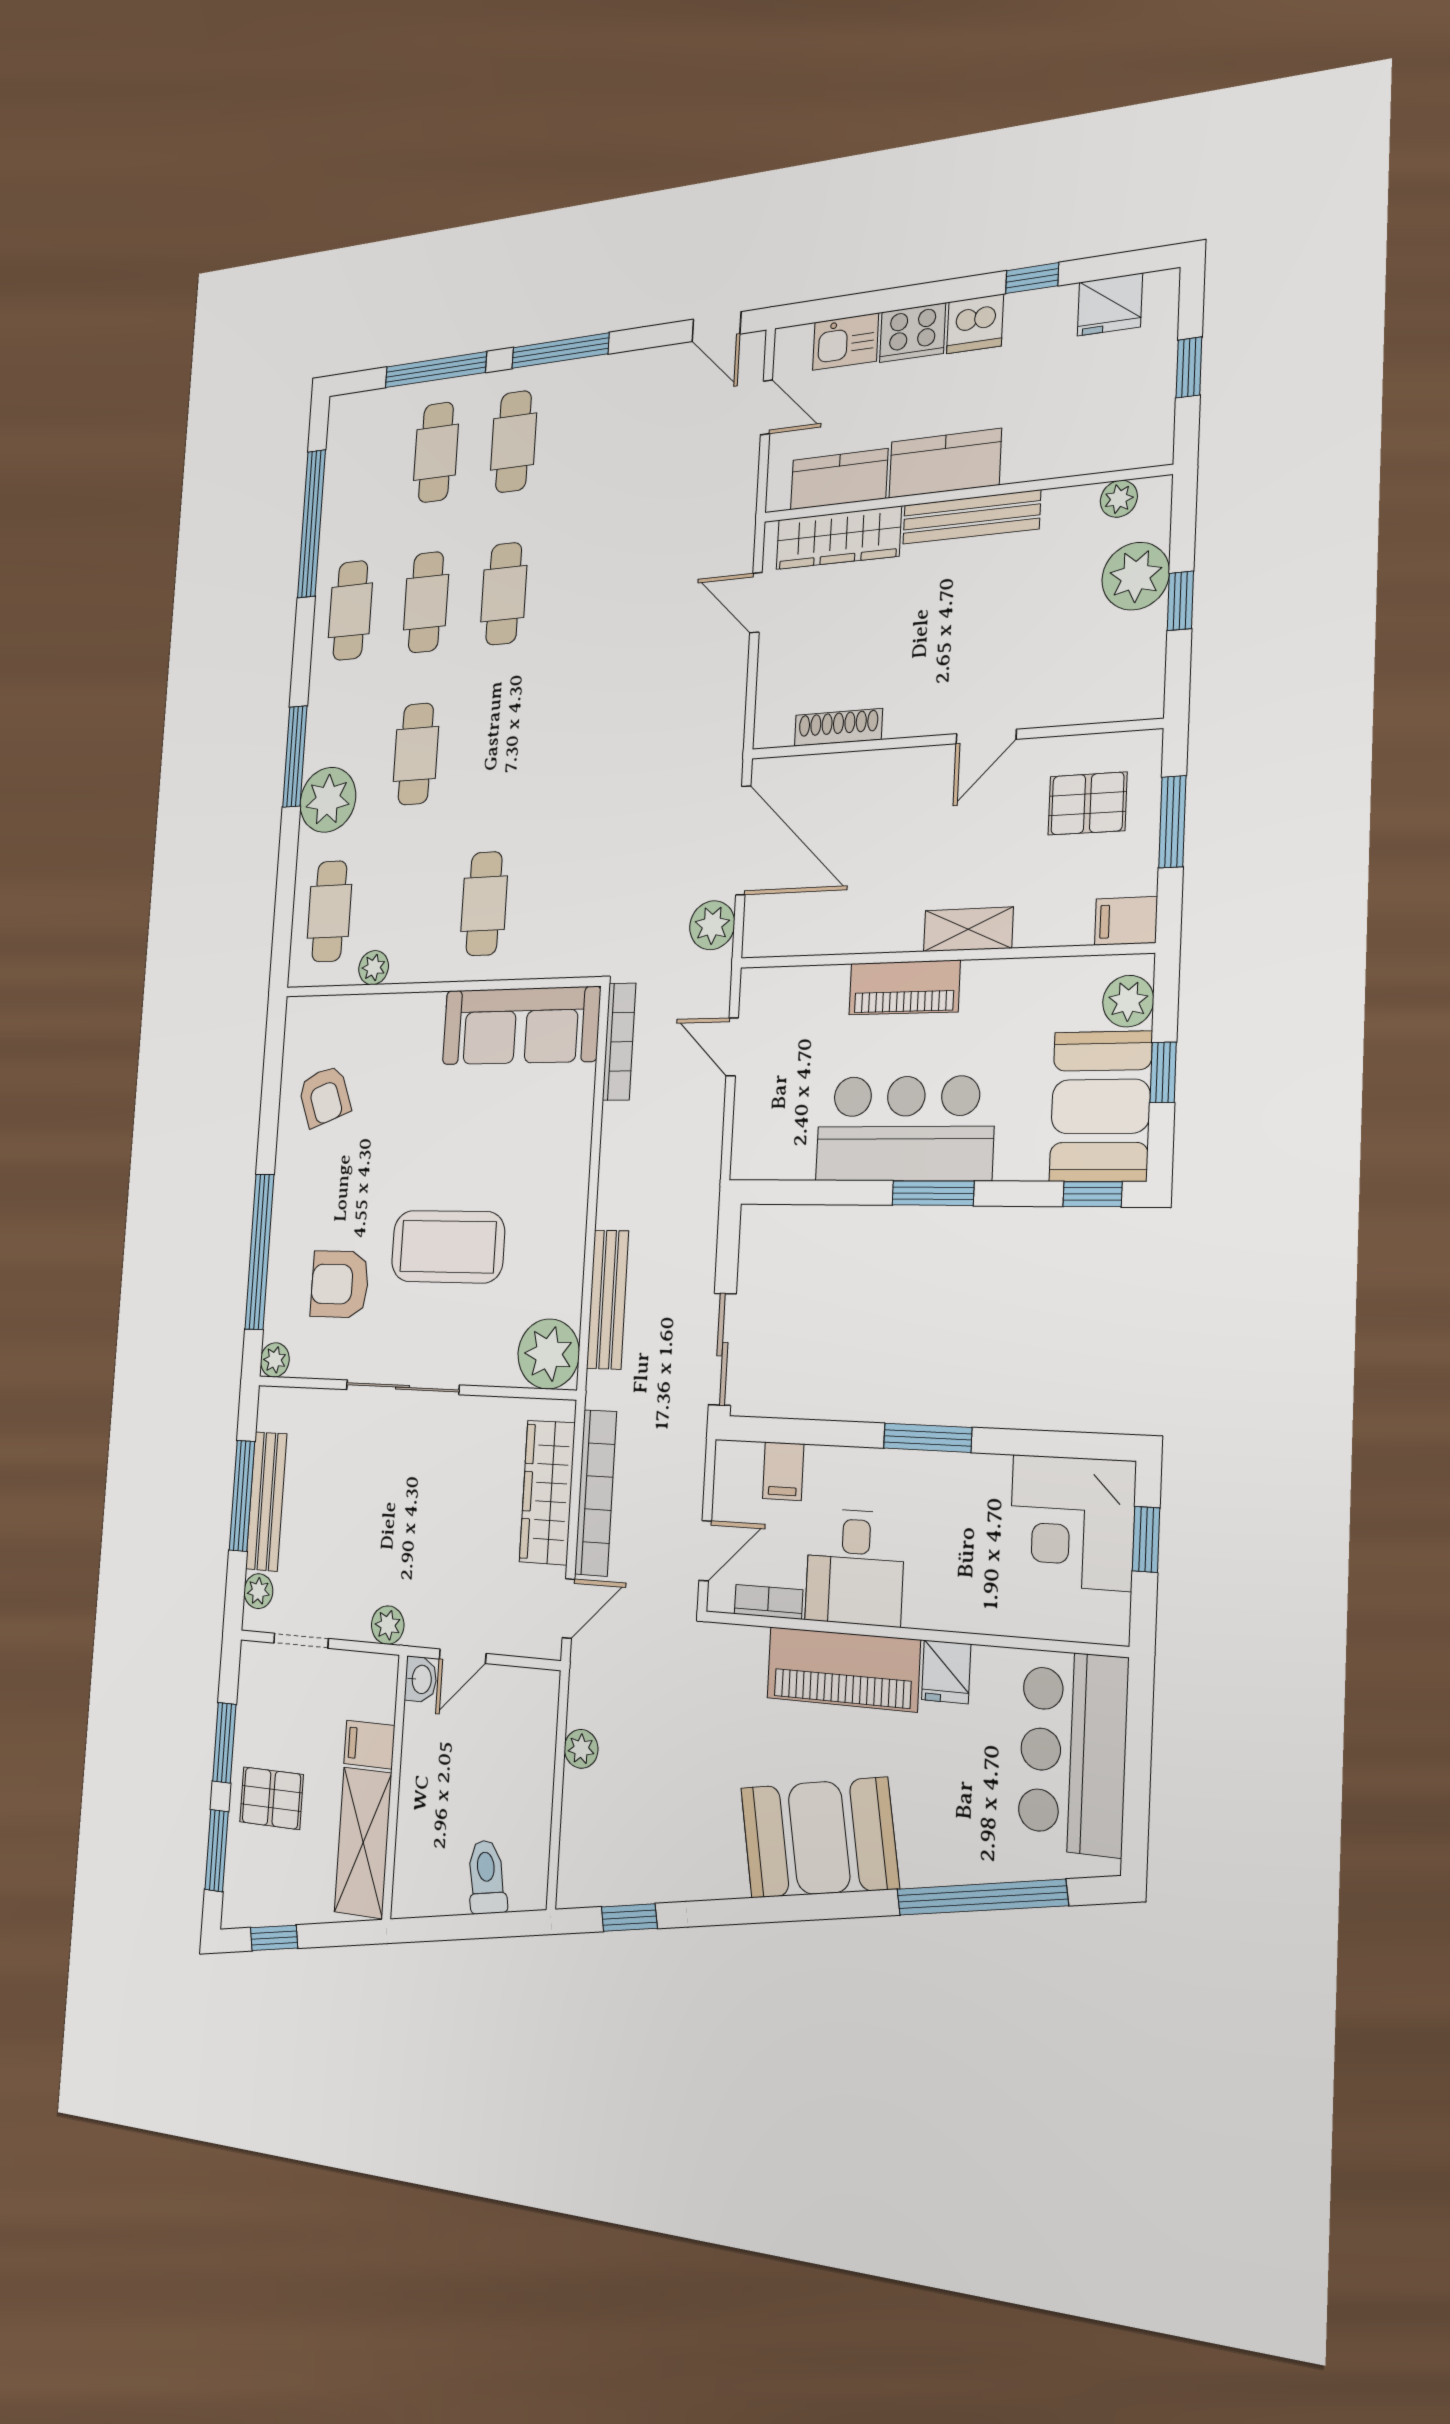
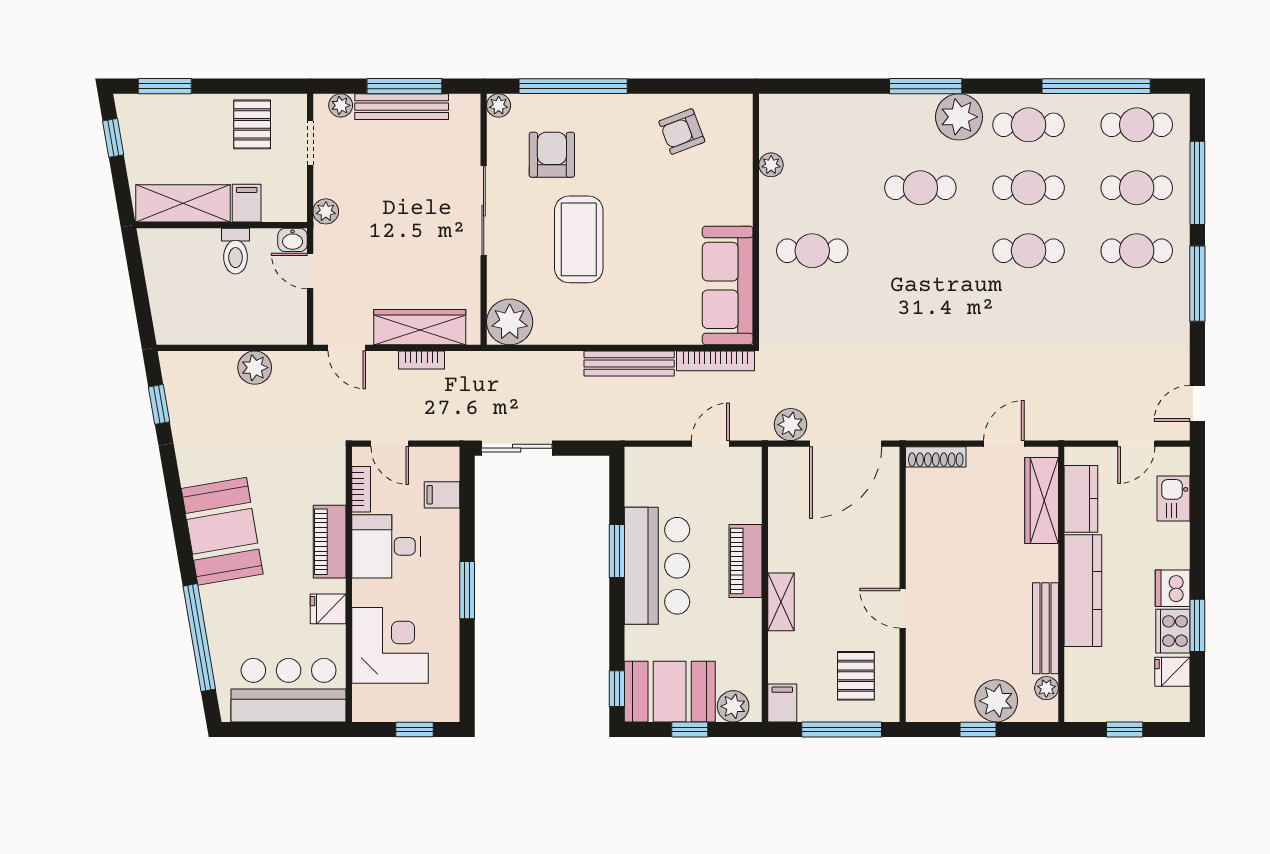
window: (1032, 278) -> (1197, 625), width x1.50
fridge: (1110, 304) -> (1172, 672), width x0.72
cooker: (912, 333) -> (1173, 631), moved
kitchen counter: (945, 463) -> (1083, 591), width x1.50
bench: (971, 517) -> (1045, 628), moved
shoe rack: (838, 727) -> (936, 457), moved, turned 90
plant: (328, 800) -> (959, 117), moved
window: (1172, 822) -> (842, 730), width x1.44
cafe table: (329, 911) -> (1137, 125), moved
window: (933, 1193) -> (617, 551), moved
bench: (608, 1300) -> (629, 364), moved
bookcase: (596, 1493) -> (422, 360), width x0.43, depth x0.76
corner desk: (1072, 1522) -> (390, 645), moved, turned 90
piano: (843, 1669) -> (330, 542), width x0.73, depth x0.75
window: (224, 1743) -> (237, 86), removed
plant: (581, 1749) -> (255, 368), width x1.38, depth x1.38
pallet: (271, 1798) -> (252, 124), moved
toilet: (487, 1877) -> (236, 251), moved, turned 100

